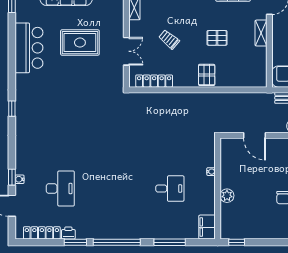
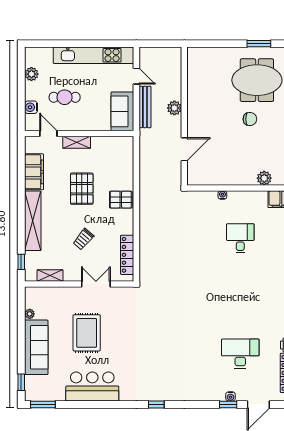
pallet: (217, 38) -> (82, 189), width x1.50, depth x1.42
plant: (227, 196) -> (264, 178), moved

